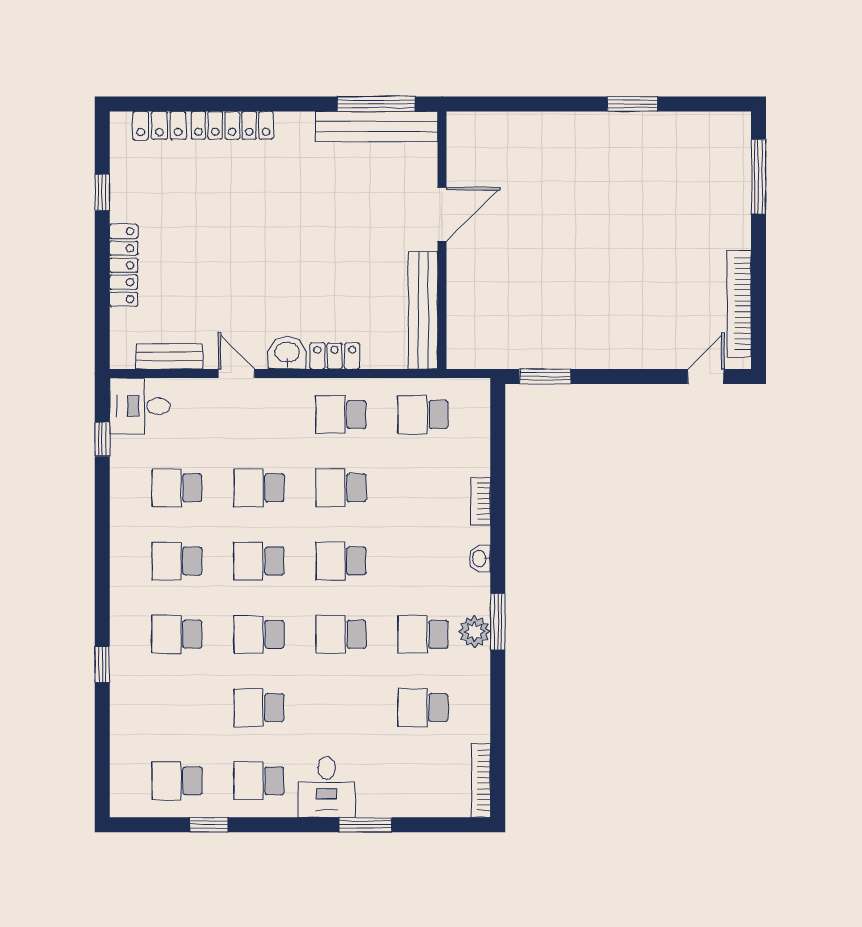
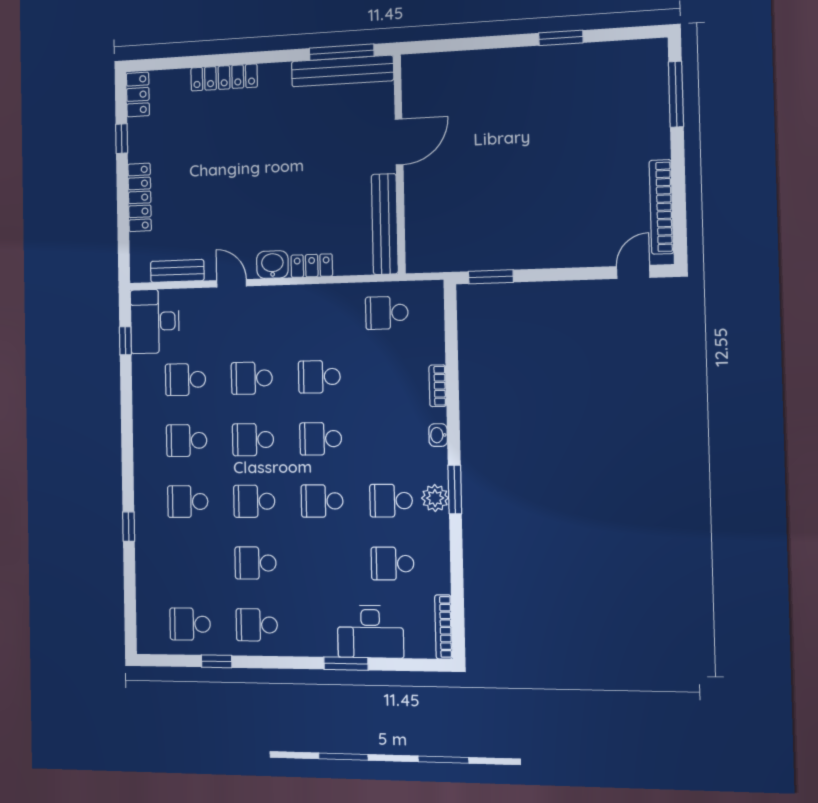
locker: (159, 126) -> (138, 94), moved, turned -90
desk: (140, 406) -> (155, 321), width x1.37
school desk: (341, 414) -> (318, 315), removed
desk: (327, 787) -> (370, 632), moved, width x1.37

